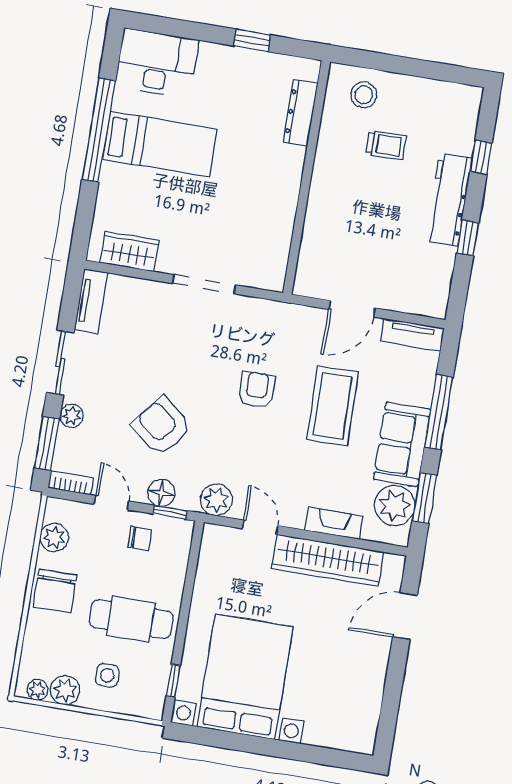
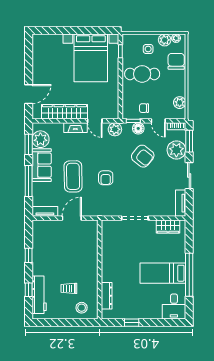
desk: (157, 63) -> (174, 306), width x0.73
workbench: (449, 200) -> (39, 295), moved
plant: (72, 416) -> (176, 150), width x1.87, depth x1.87
fireplace: (334, 523) -> (75, 128), moved
chair: (55, 591) -> (176, 61), moved

